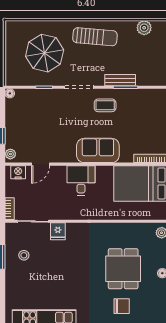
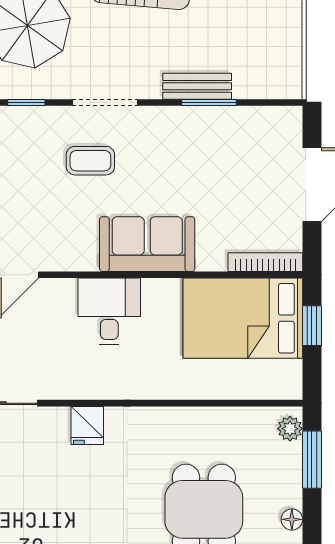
coffee table: (105, 105) -> (90, 161), moved
fridge: (58, 231) -> (87, 425), moved

